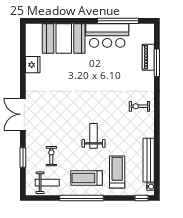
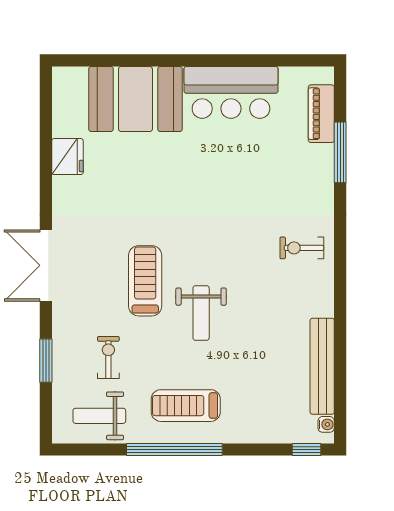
window: (118, 21) -> (255, 60), removed
piano: (148, 57) -> (321, 114), moved
weight bench: (94, 136) -> (201, 313), turned 180
treadmill: (117, 172) -> (145, 281), moved
weight bench: (47, 183) -> (99, 416), turned 180

